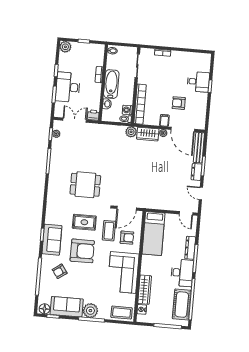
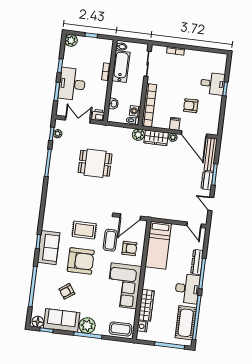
bathtub: (111, 84) -> (121, 67), moved
dining table: (85, 185) -> (95, 163), moved
armchair: (60, 271) -> (67, 291), moved

